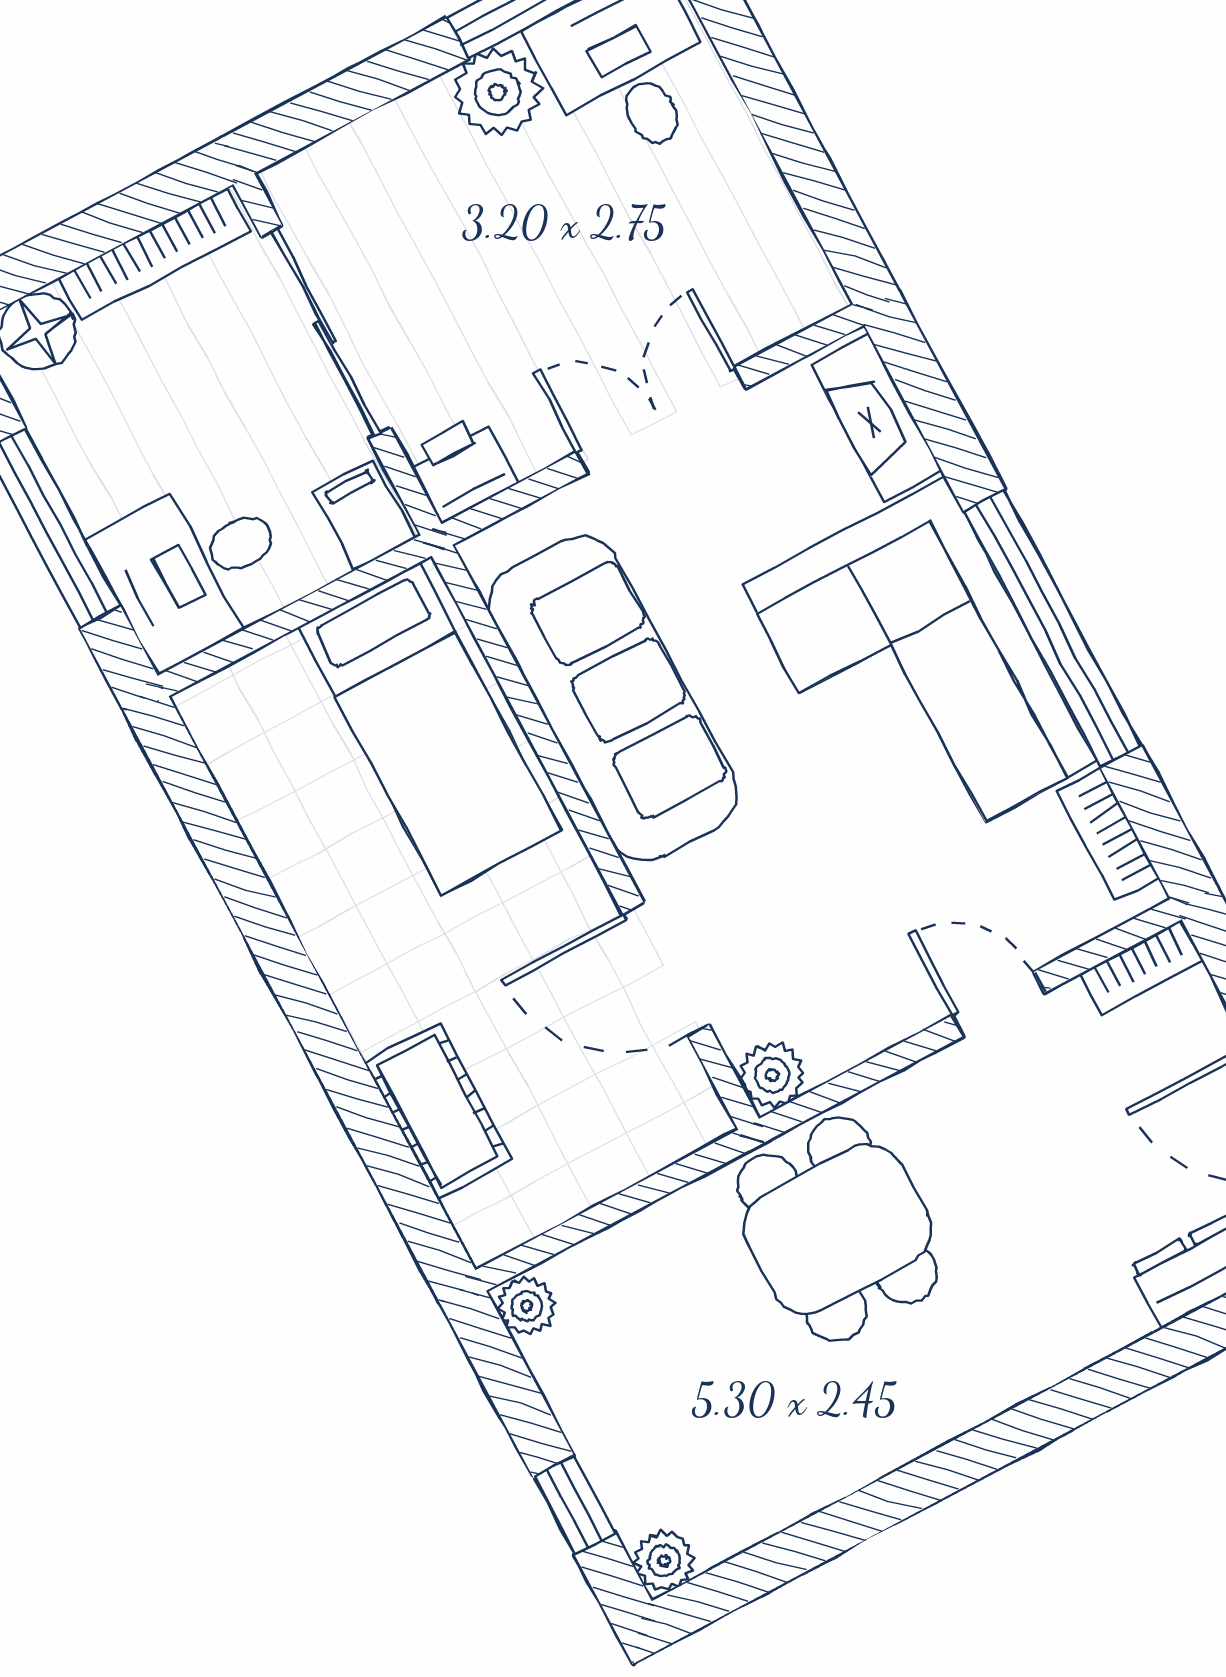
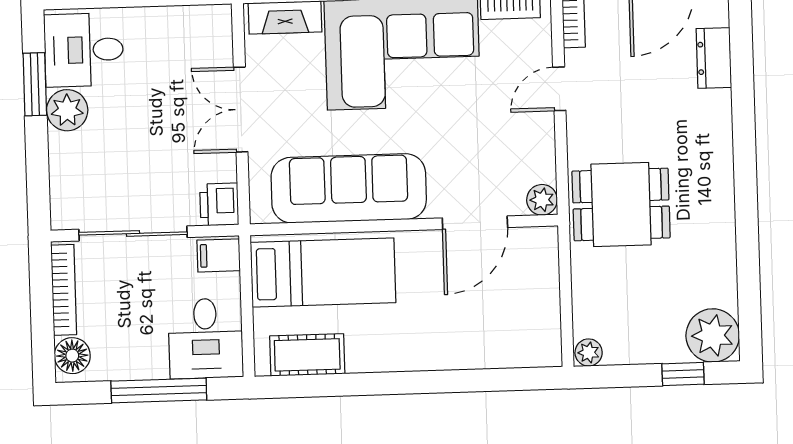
cot: (438, 1111) -> (307, 355), moved
plant: (664, 1561) -> (713, 335), width x1.87, depth x1.87

